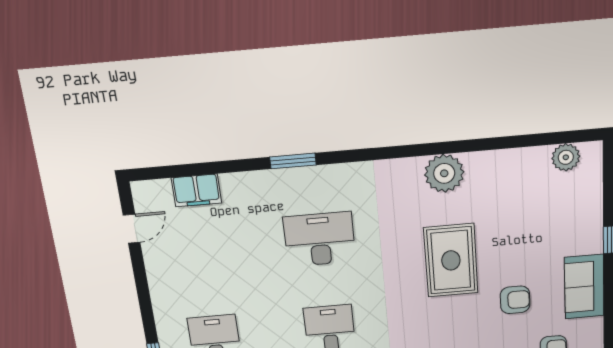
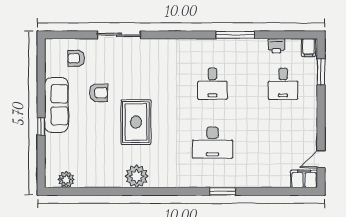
filing cabinet: (196, 190) -> (304, 179), moved
sofa: (584, 287) -> (56, 105), width x1.36
armchair: (515, 300) -> (99, 93), turned 180

